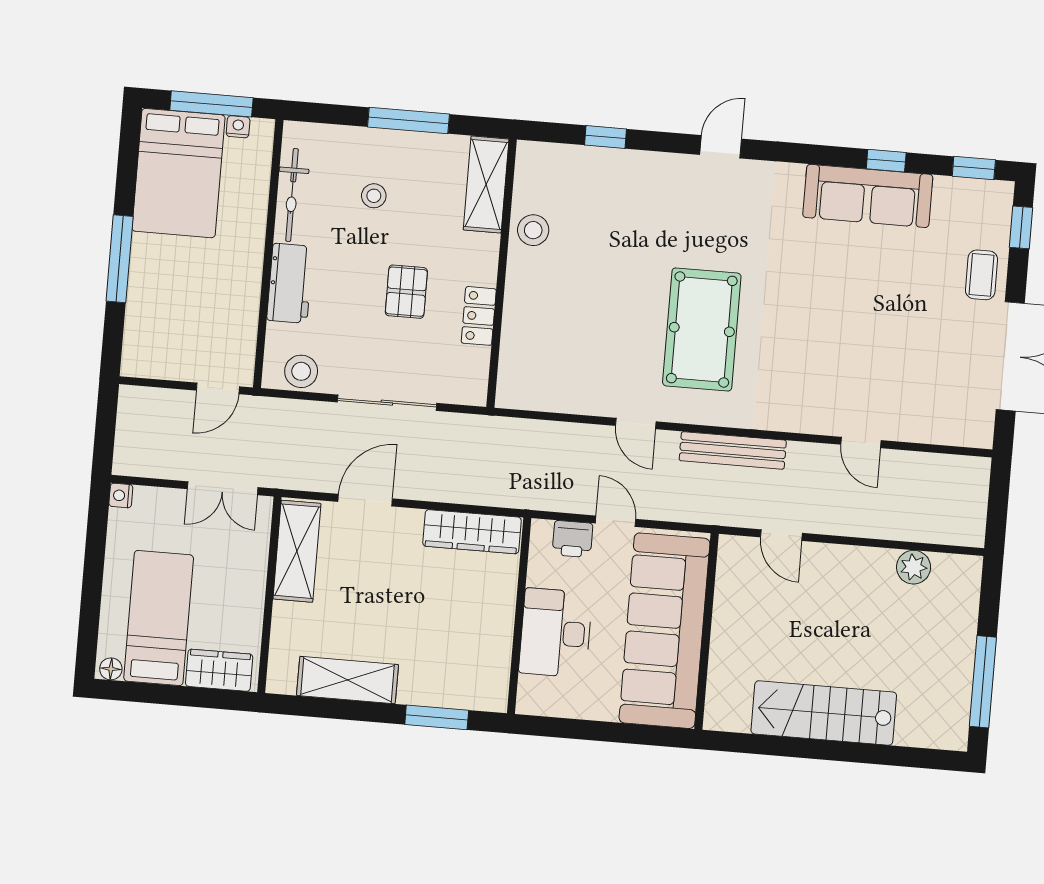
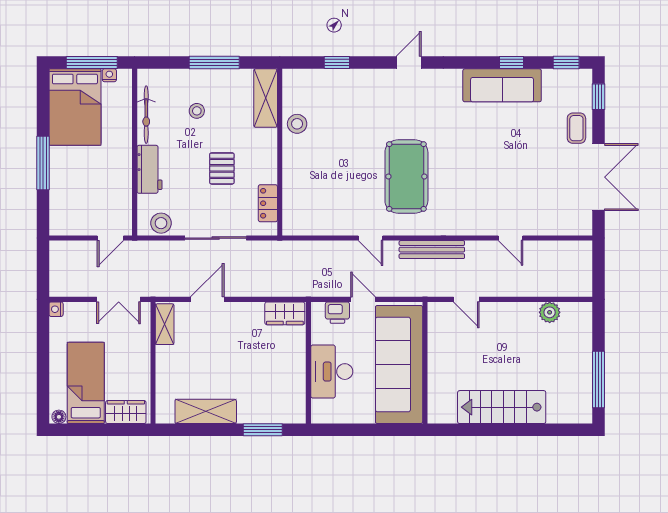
locker: (479, 316) -> (268, 203), moved
wardrobe: (472, 532) -> (285, 313), width x0.67
shelving: (297, 551) -> (165, 324), width x0.67, depth x0.75

